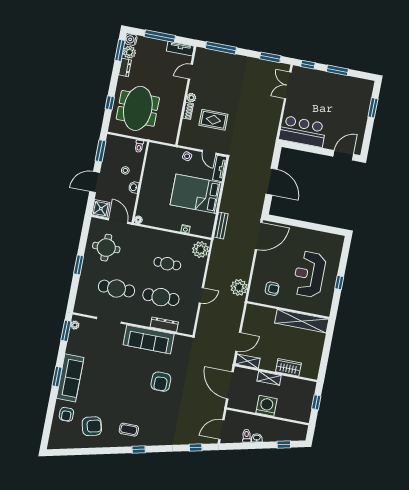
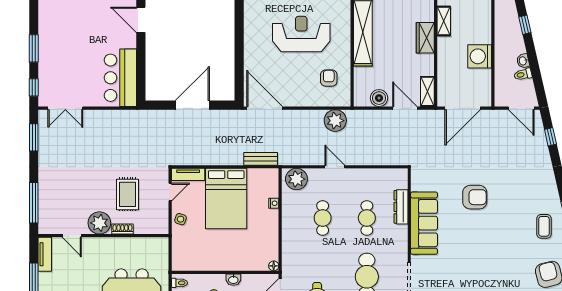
plant: (191, 98) -> (99, 223), width x1.88, depth x1.88
reception desk: (309, 274) -> (301, 34), turned 180
door: (201, 295) -> (335, 167), moved
cafe table: (161, 297) -> (367, 218), width x0.73, depth x0.74
boiler: (250, 324) -> (379, 98), added
shelving: (269, 378) -> (444, 21), moved

